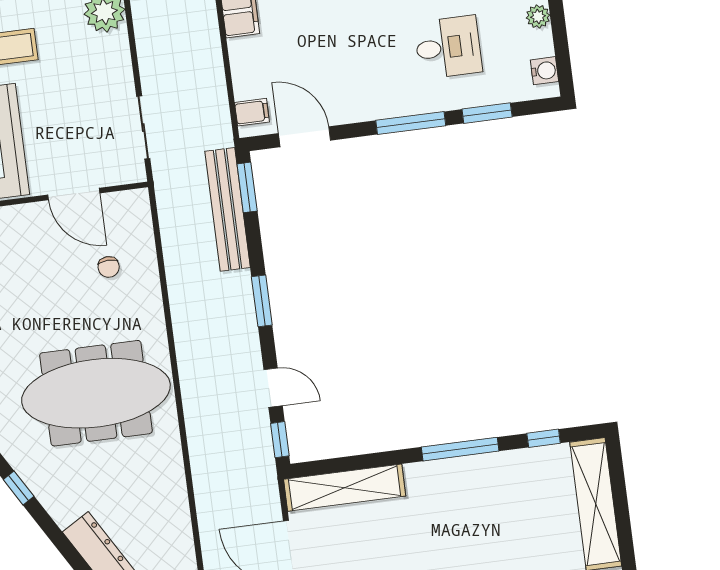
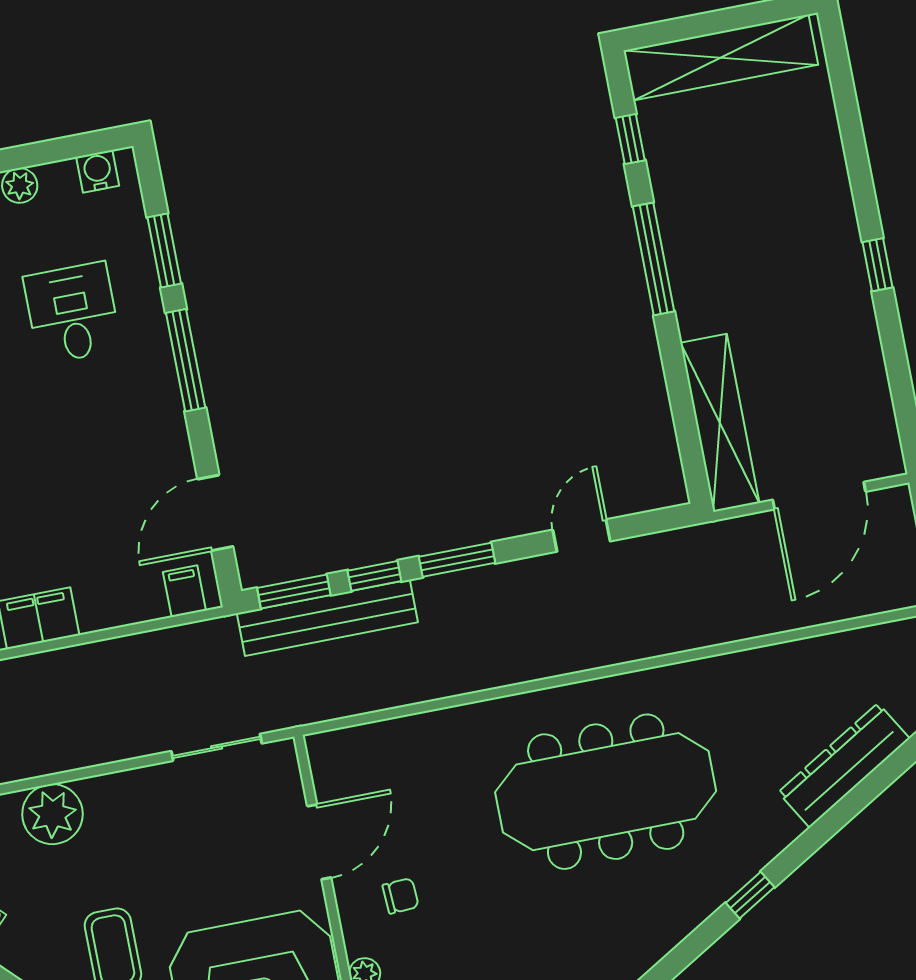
chair: (109, 267) -> (401, 896), moved
meeting table: (96, 393) -> (606, 792), turned 90
window: (280, 440) -> (374, 576), moved

